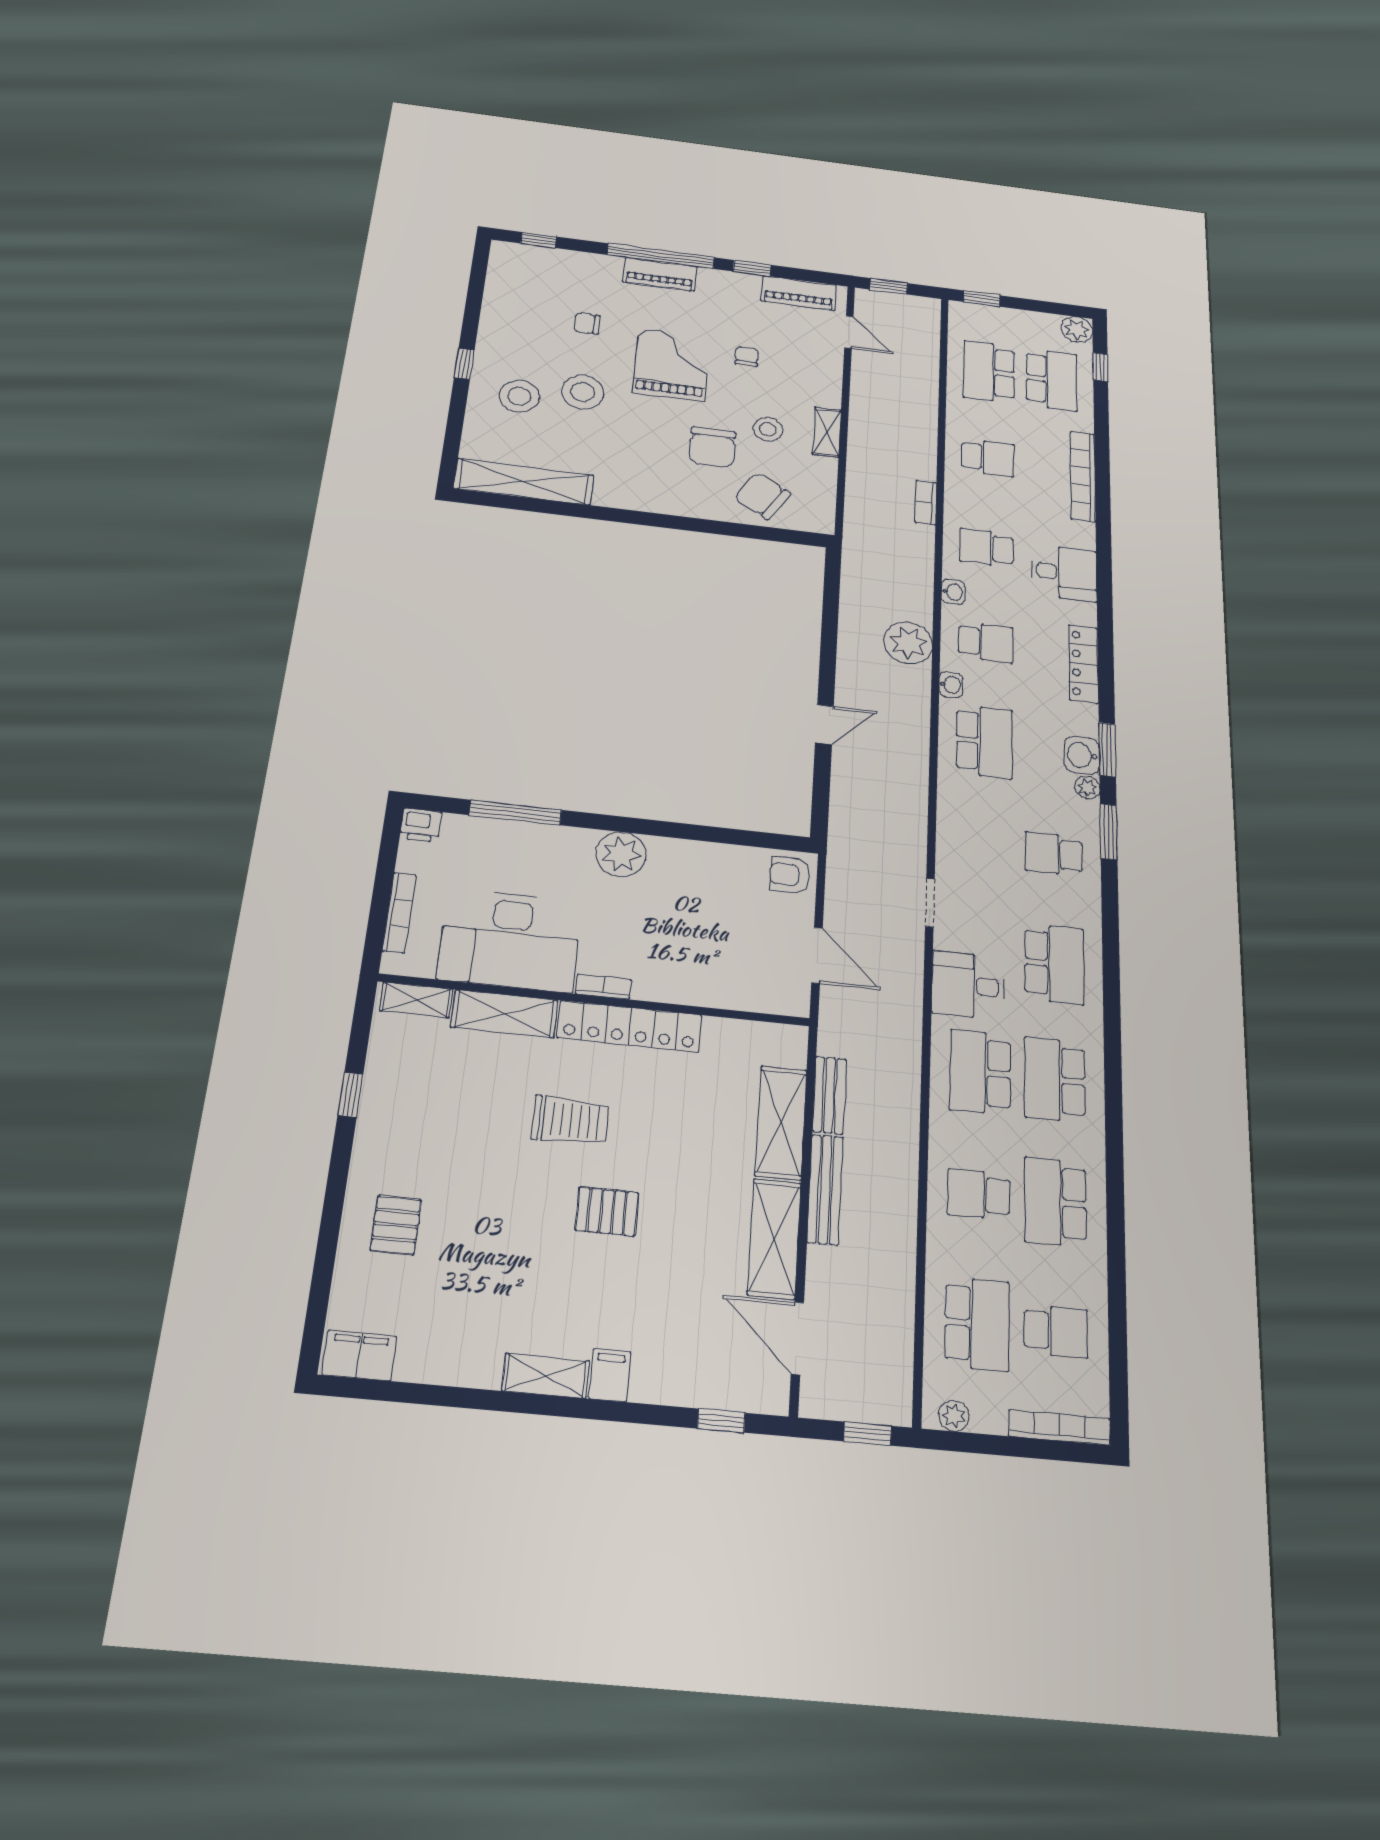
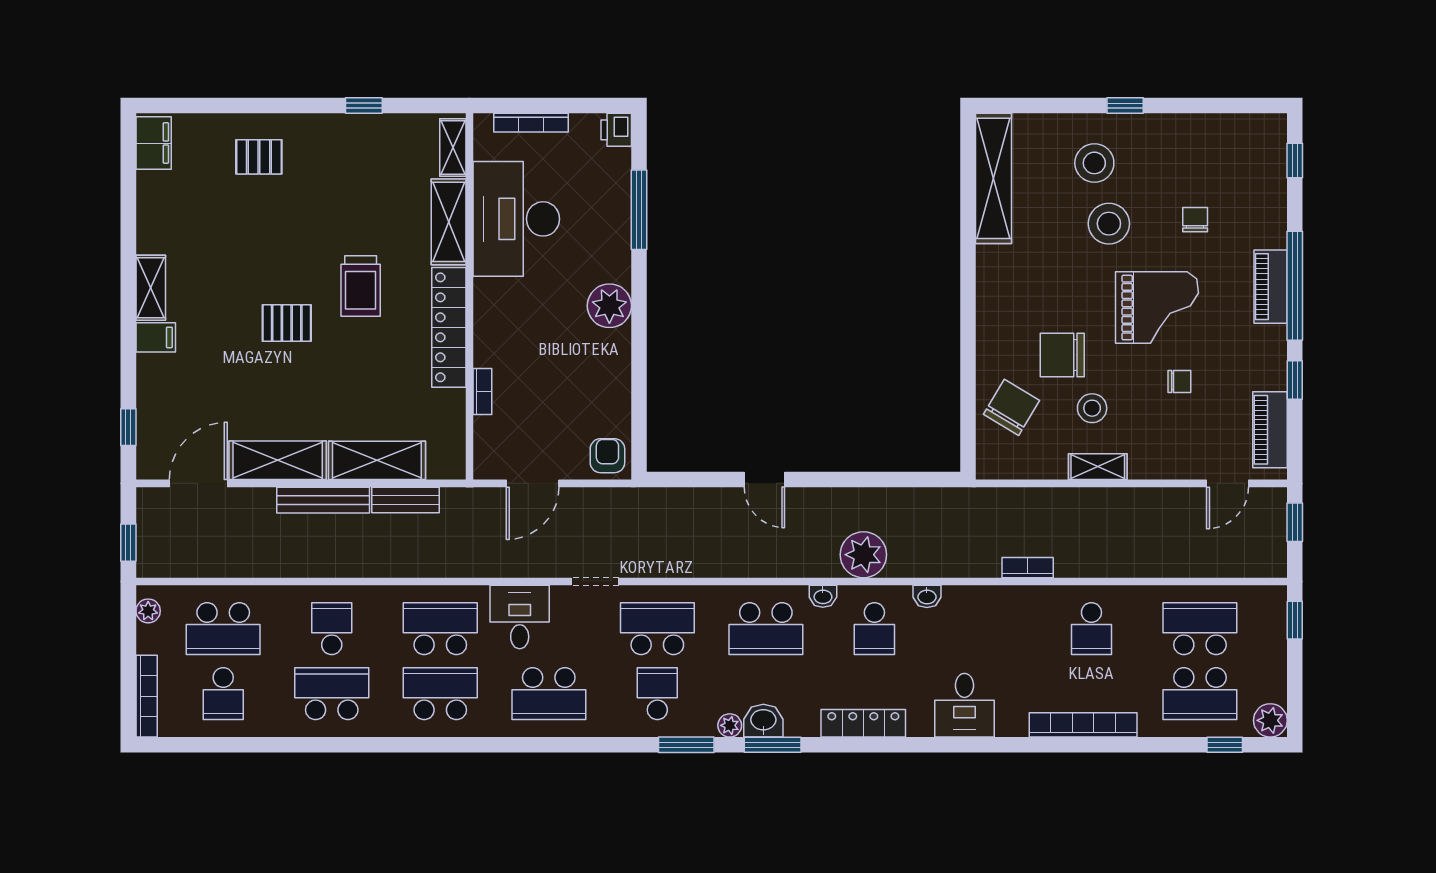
school desk: (987, 548) -> (657, 629), moved, width x1.85
bookcase: (603, 987) -> (482, 392), moved
pallet: (607, 1211) -> (287, 323), turned 90

